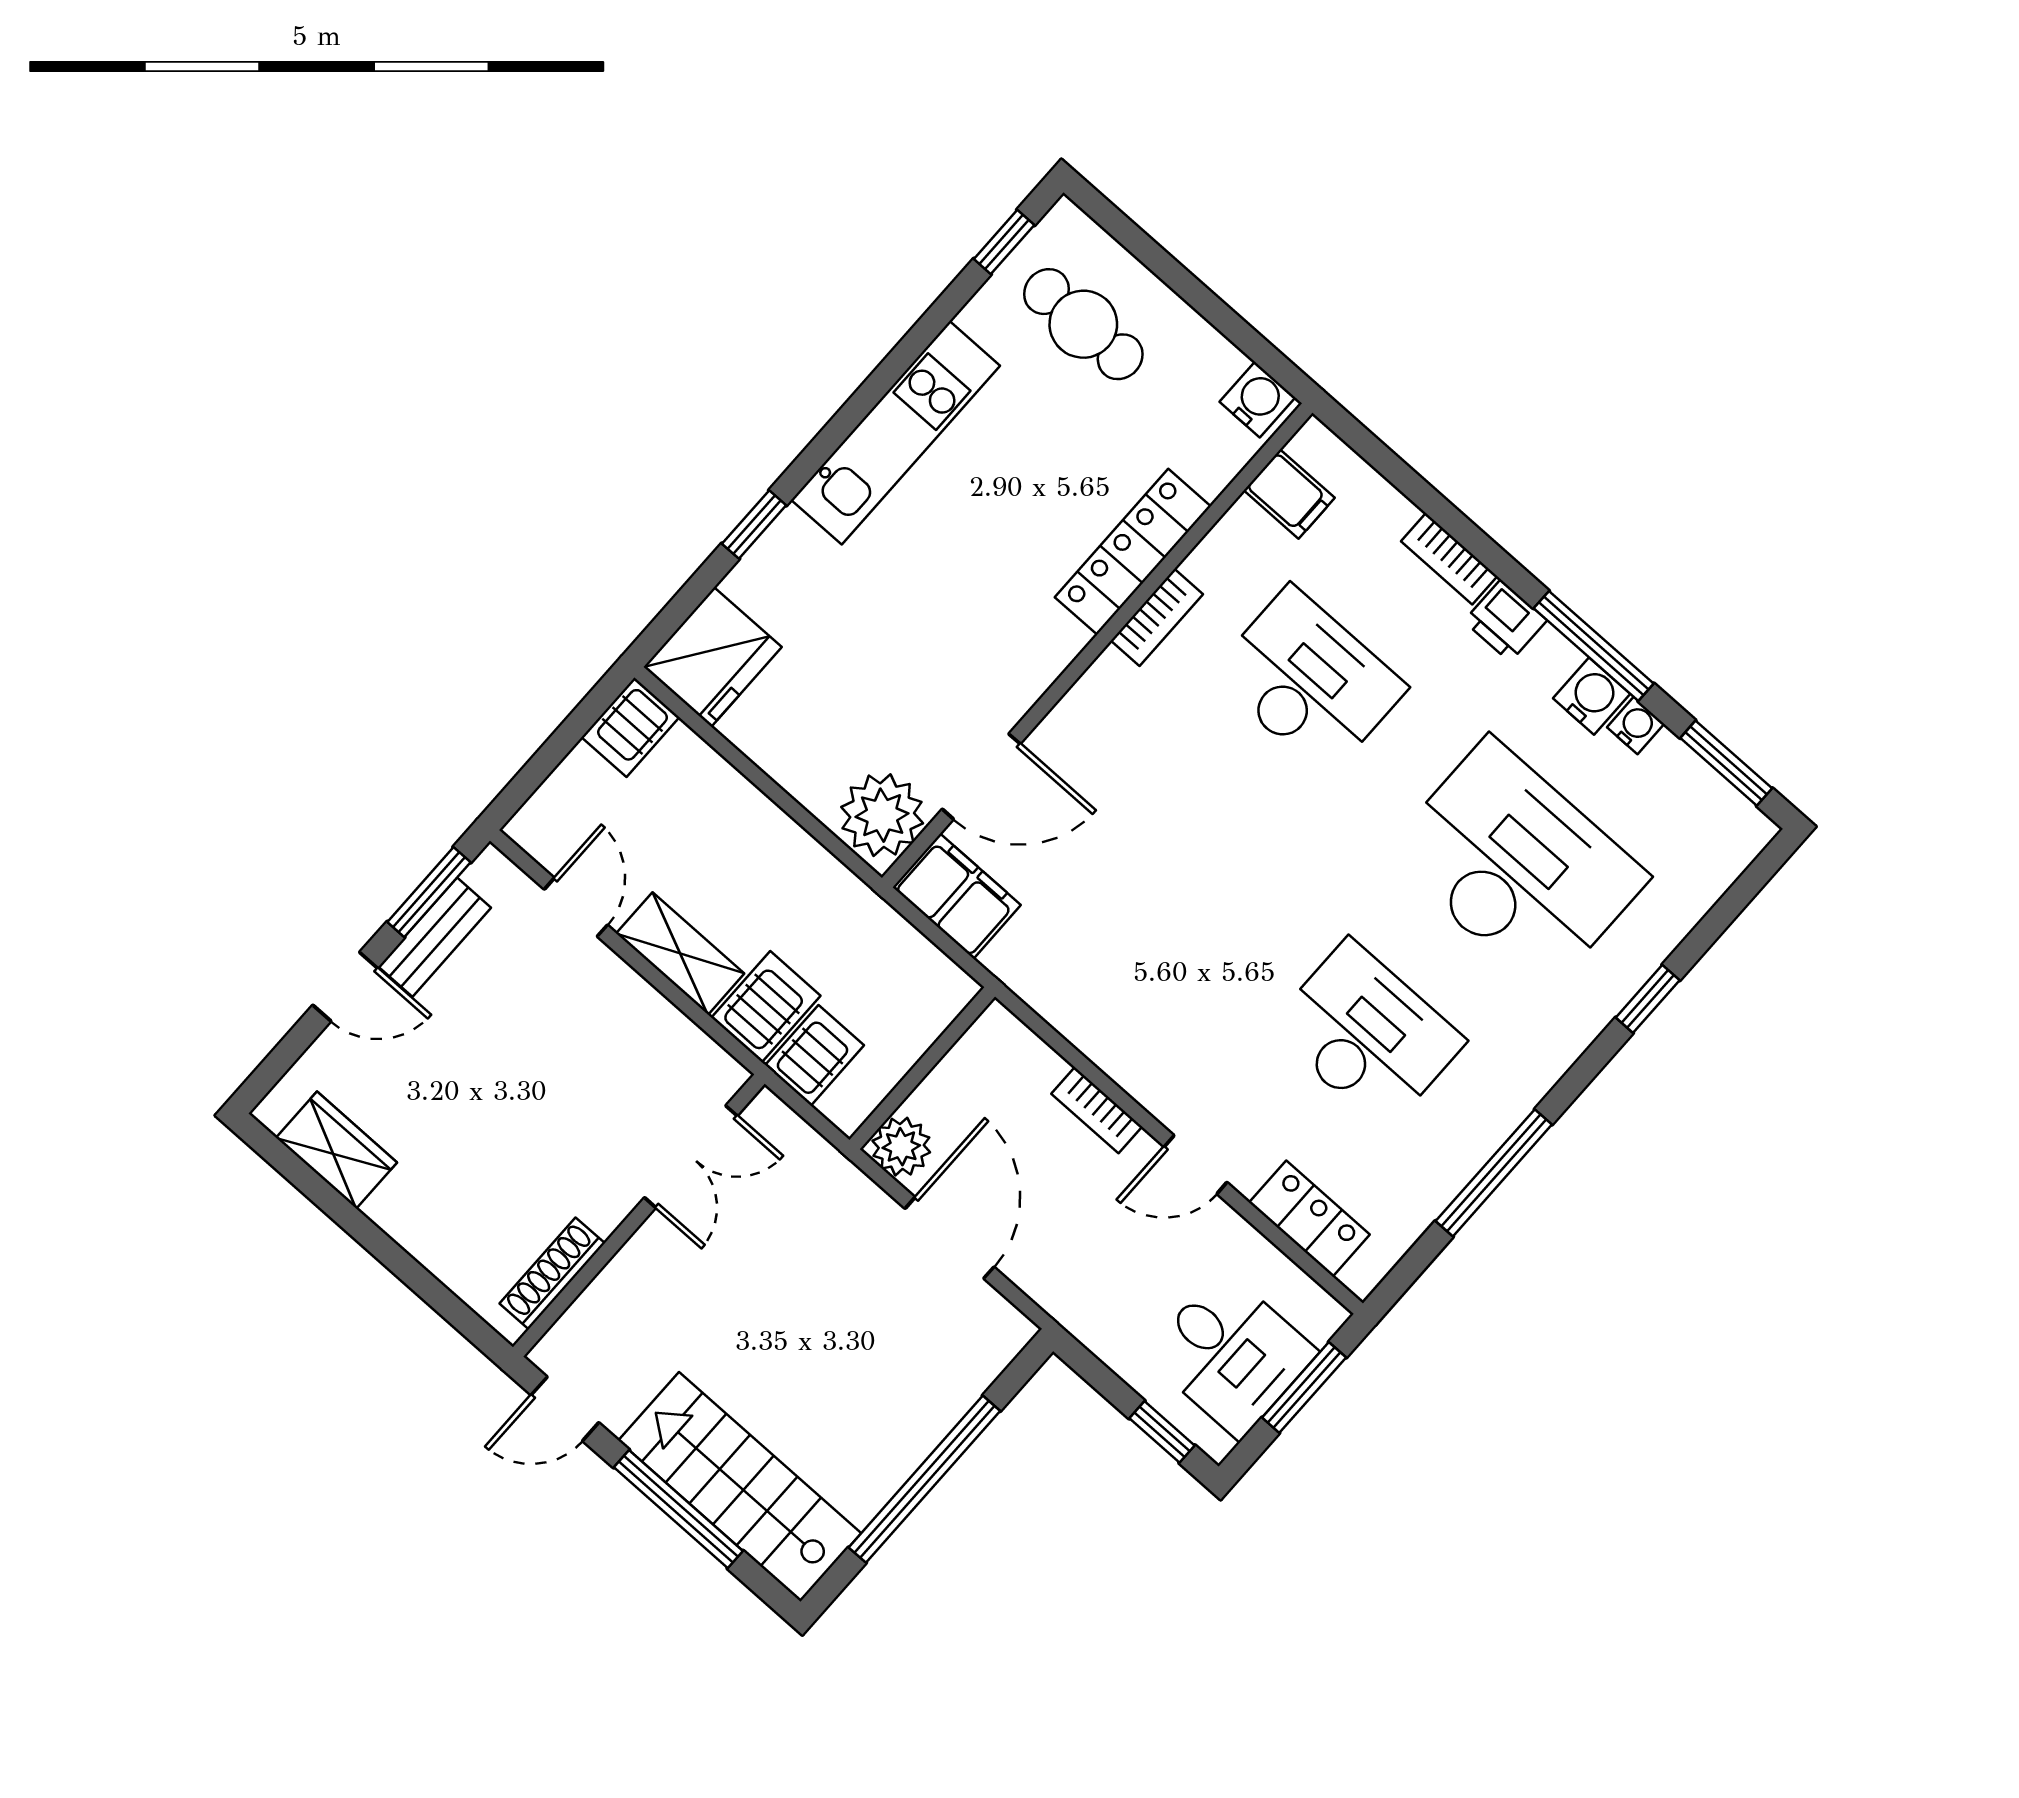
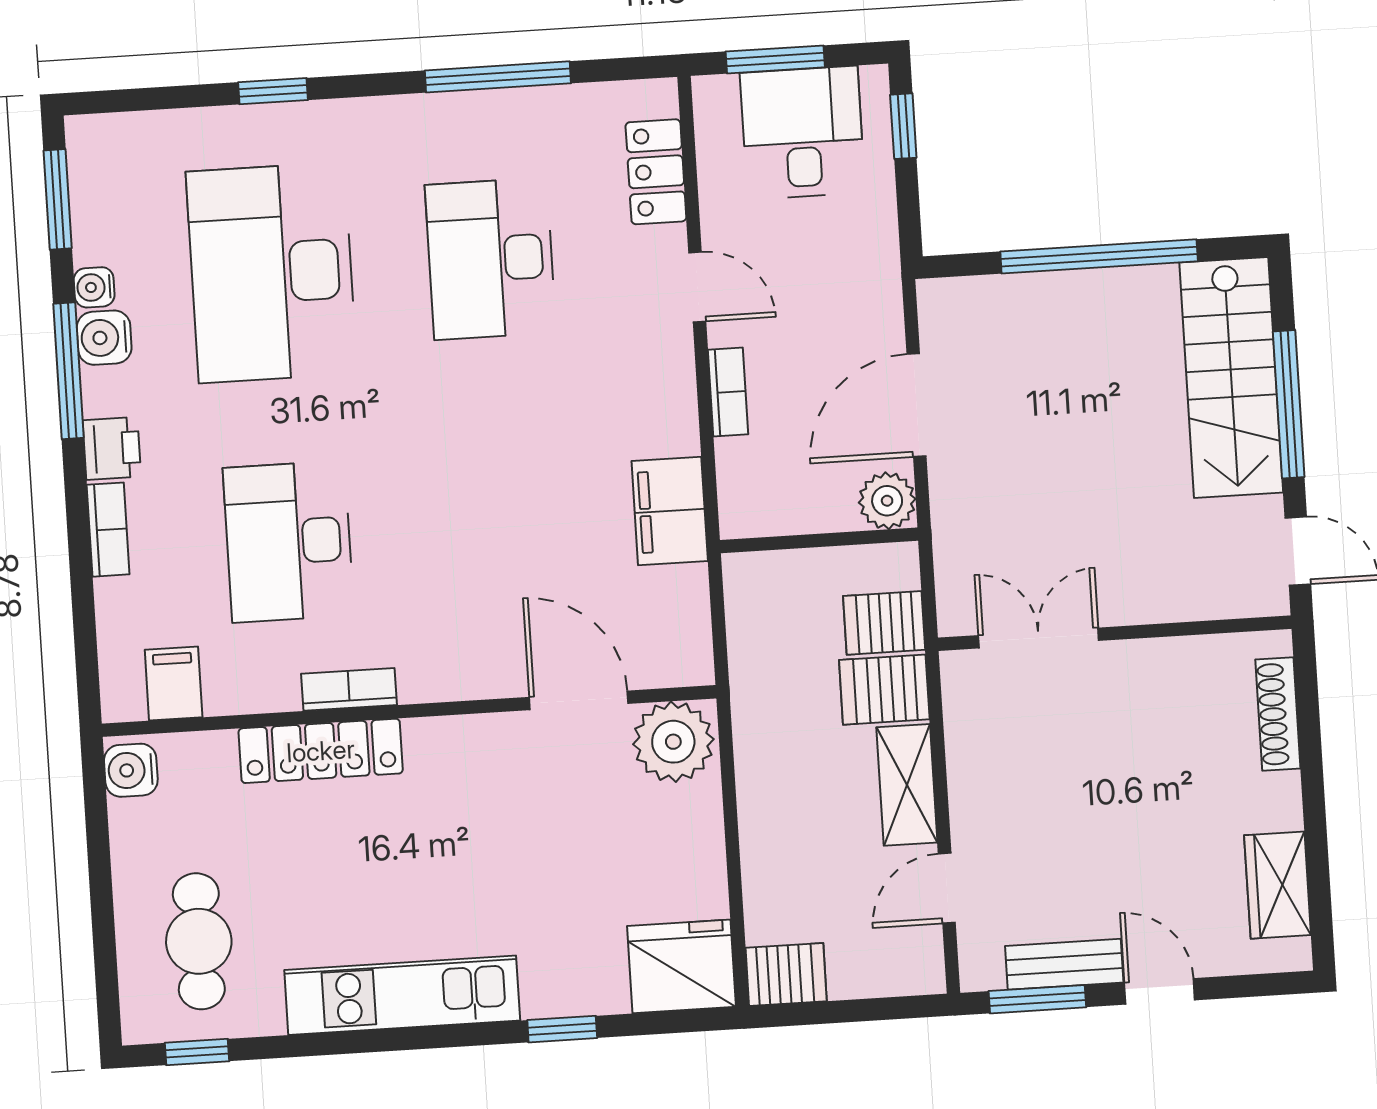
filing cabinet: (957, 896) -> (670, 511), moved
shoe rack: (552, 1273) -> (1278, 714), moved, turned 90

